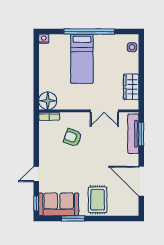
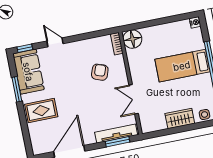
wardrobe: (131, 87) -> (180, 119), moved

